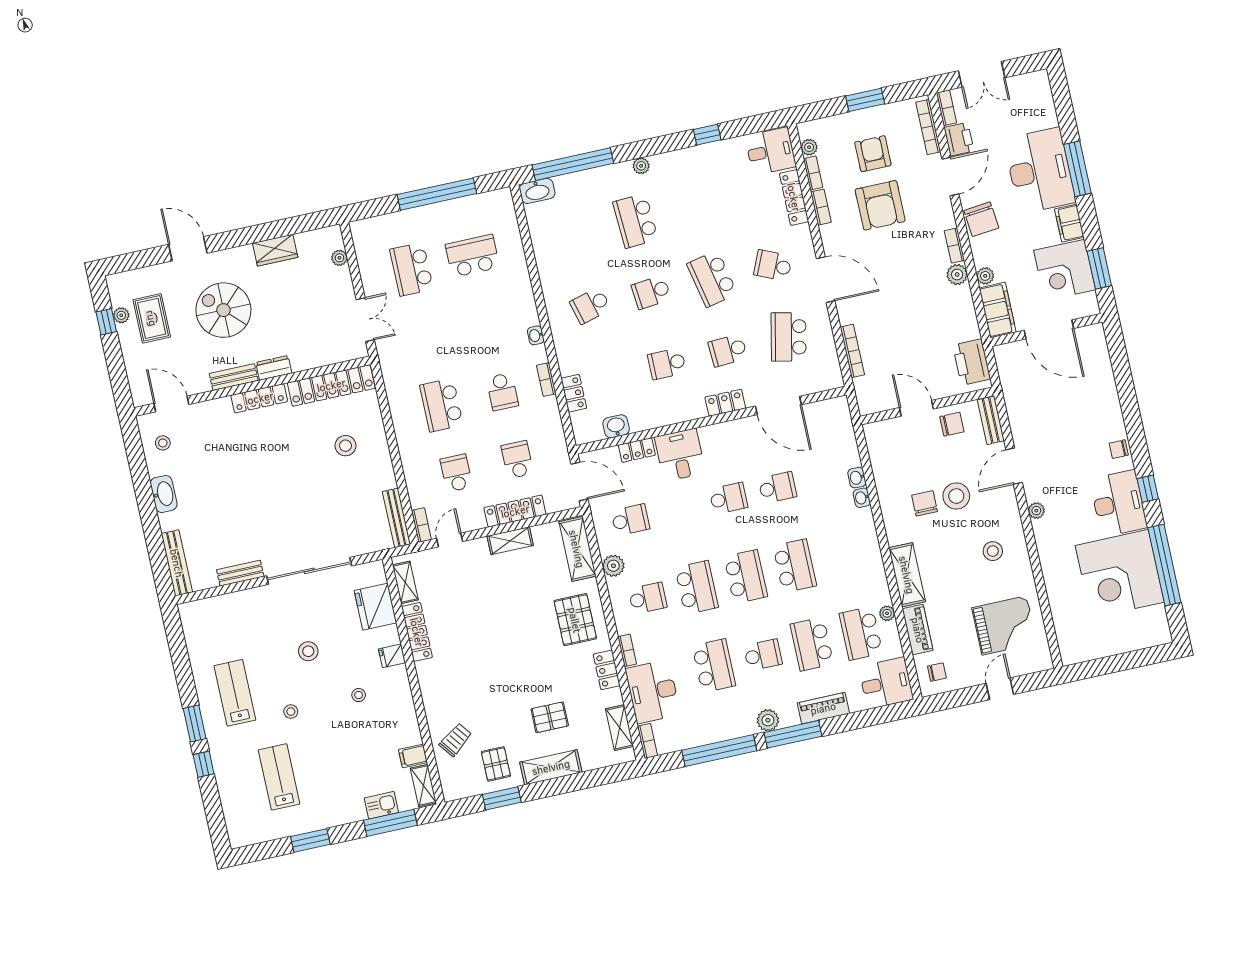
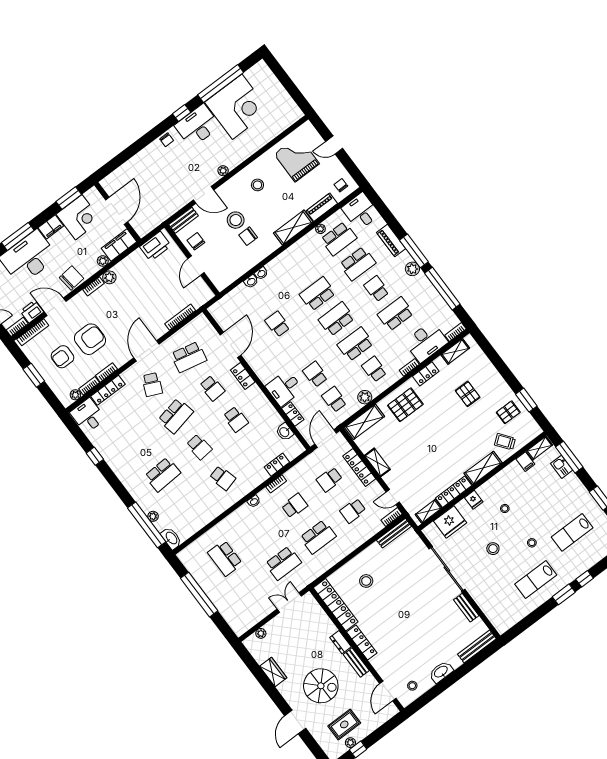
plant: (641, 166) -> (153, 516), moved
school desk: (412, 269) -> (283, 563), moved
spiral stairs: (223, 310) -> (321, 686), turned -90
school desk: (728, 498) -> (315, 374), moved
shelving: (551, 767) -> (483, 468), moved, turned 90

